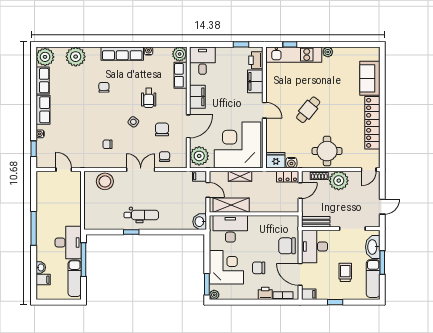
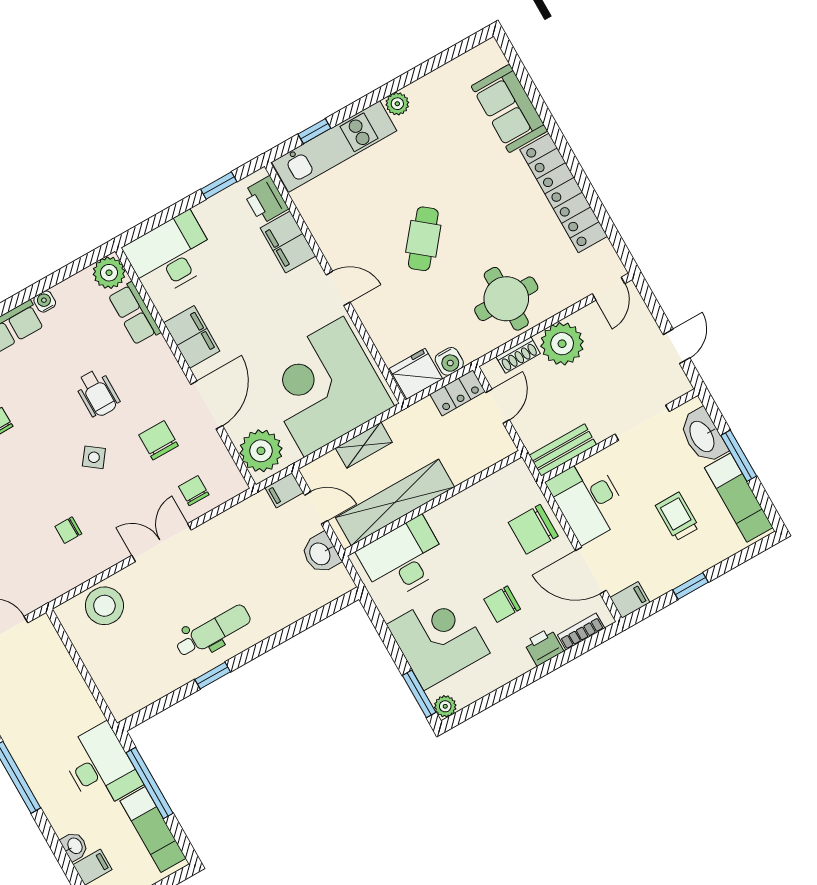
desk: (202, 61) -> (171, 255), width x1.37
shelving: (231, 205) -> (395, 502), width x1.47
washbasin: (200, 222) -> (321, 553), moved

